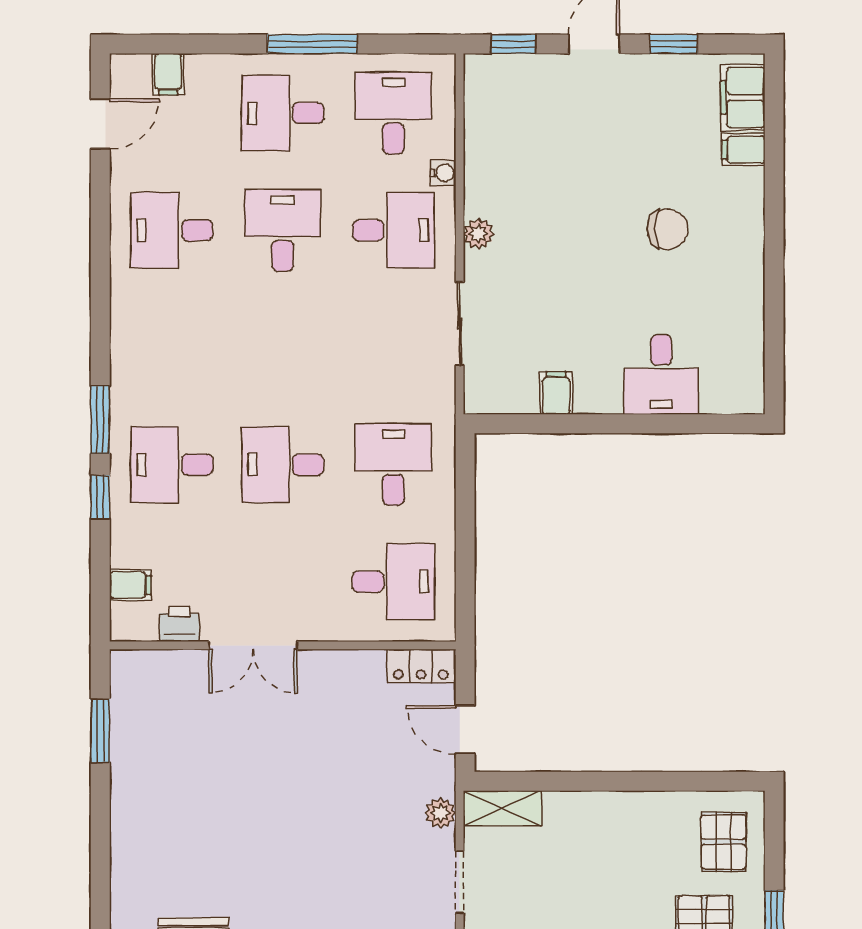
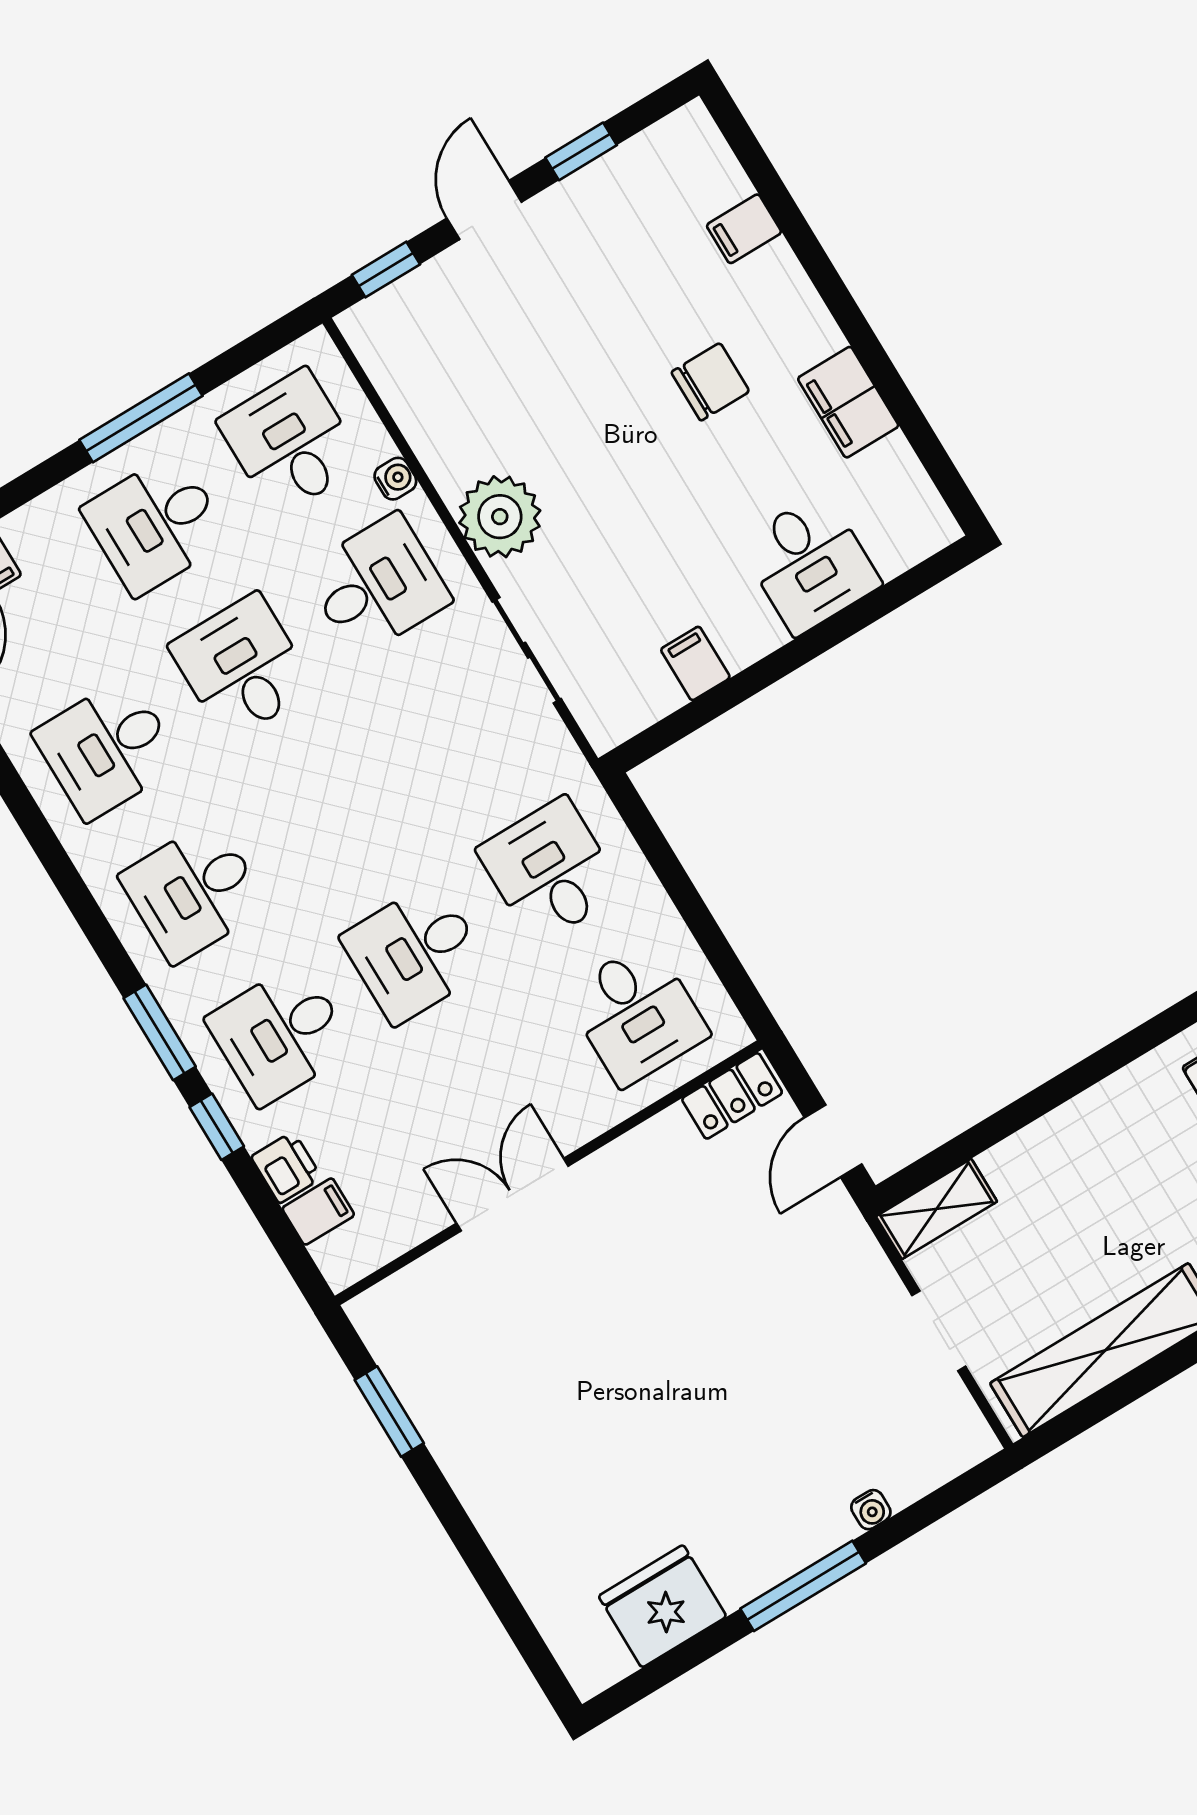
filing cabinet: (743, 97) -> (848, 402), moved
plant: (479, 234) -> (500, 517), width x1.87, depth x1.87
desk: (172, 347) -> (194, 891), added
desk: (393, 582) -> (636, 1013), turned 90
printer: (179, 624) -> (286, 1167), moved, turned 90
double door: (253, 645) -> (512, 1195), swing flipped
door: (465, 730) -> (833, 1141), hinge flipped
plant: (440, 813) -> (865, 1261), removed

